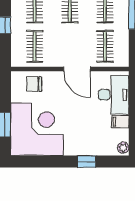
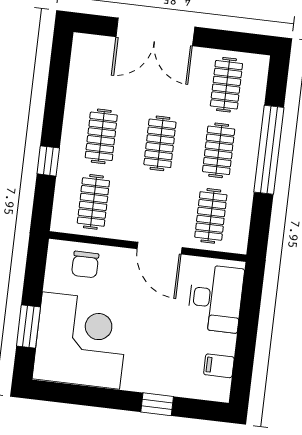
chair: (34, 84) -> (85, 264), turned -90
filing cabinet: (120, 122) -> (219, 366), moved
plant: (123, 148) -> (221, 388), removed

